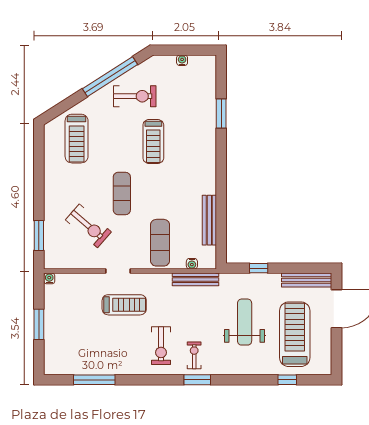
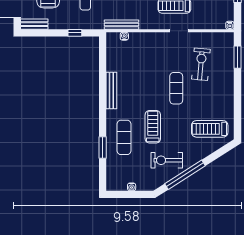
treadmill: (77, 139) -> (210, 129), turned -90
bench: (209, 220) -> (111, 90), moved
exercise bike: (88, 226) -> (201, 64), turned 54
exercise mat: (160, 243) -> (124, 137), moved
bench: (307, 280) -> (34, 24), width x0.73

